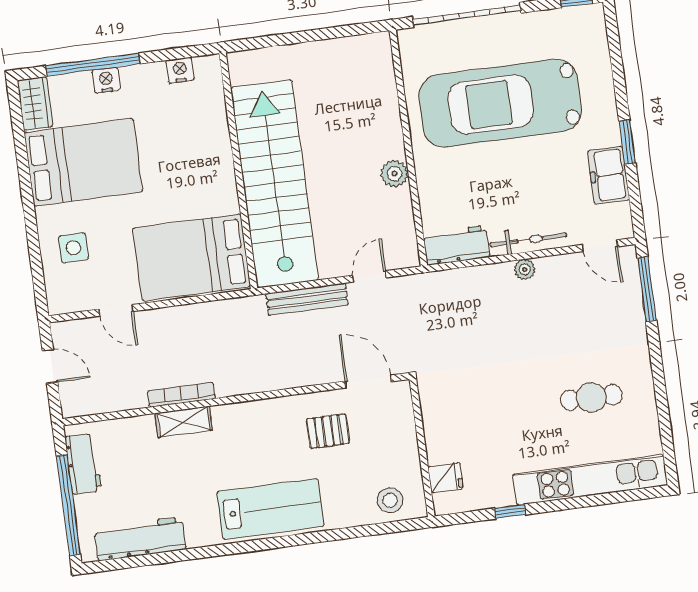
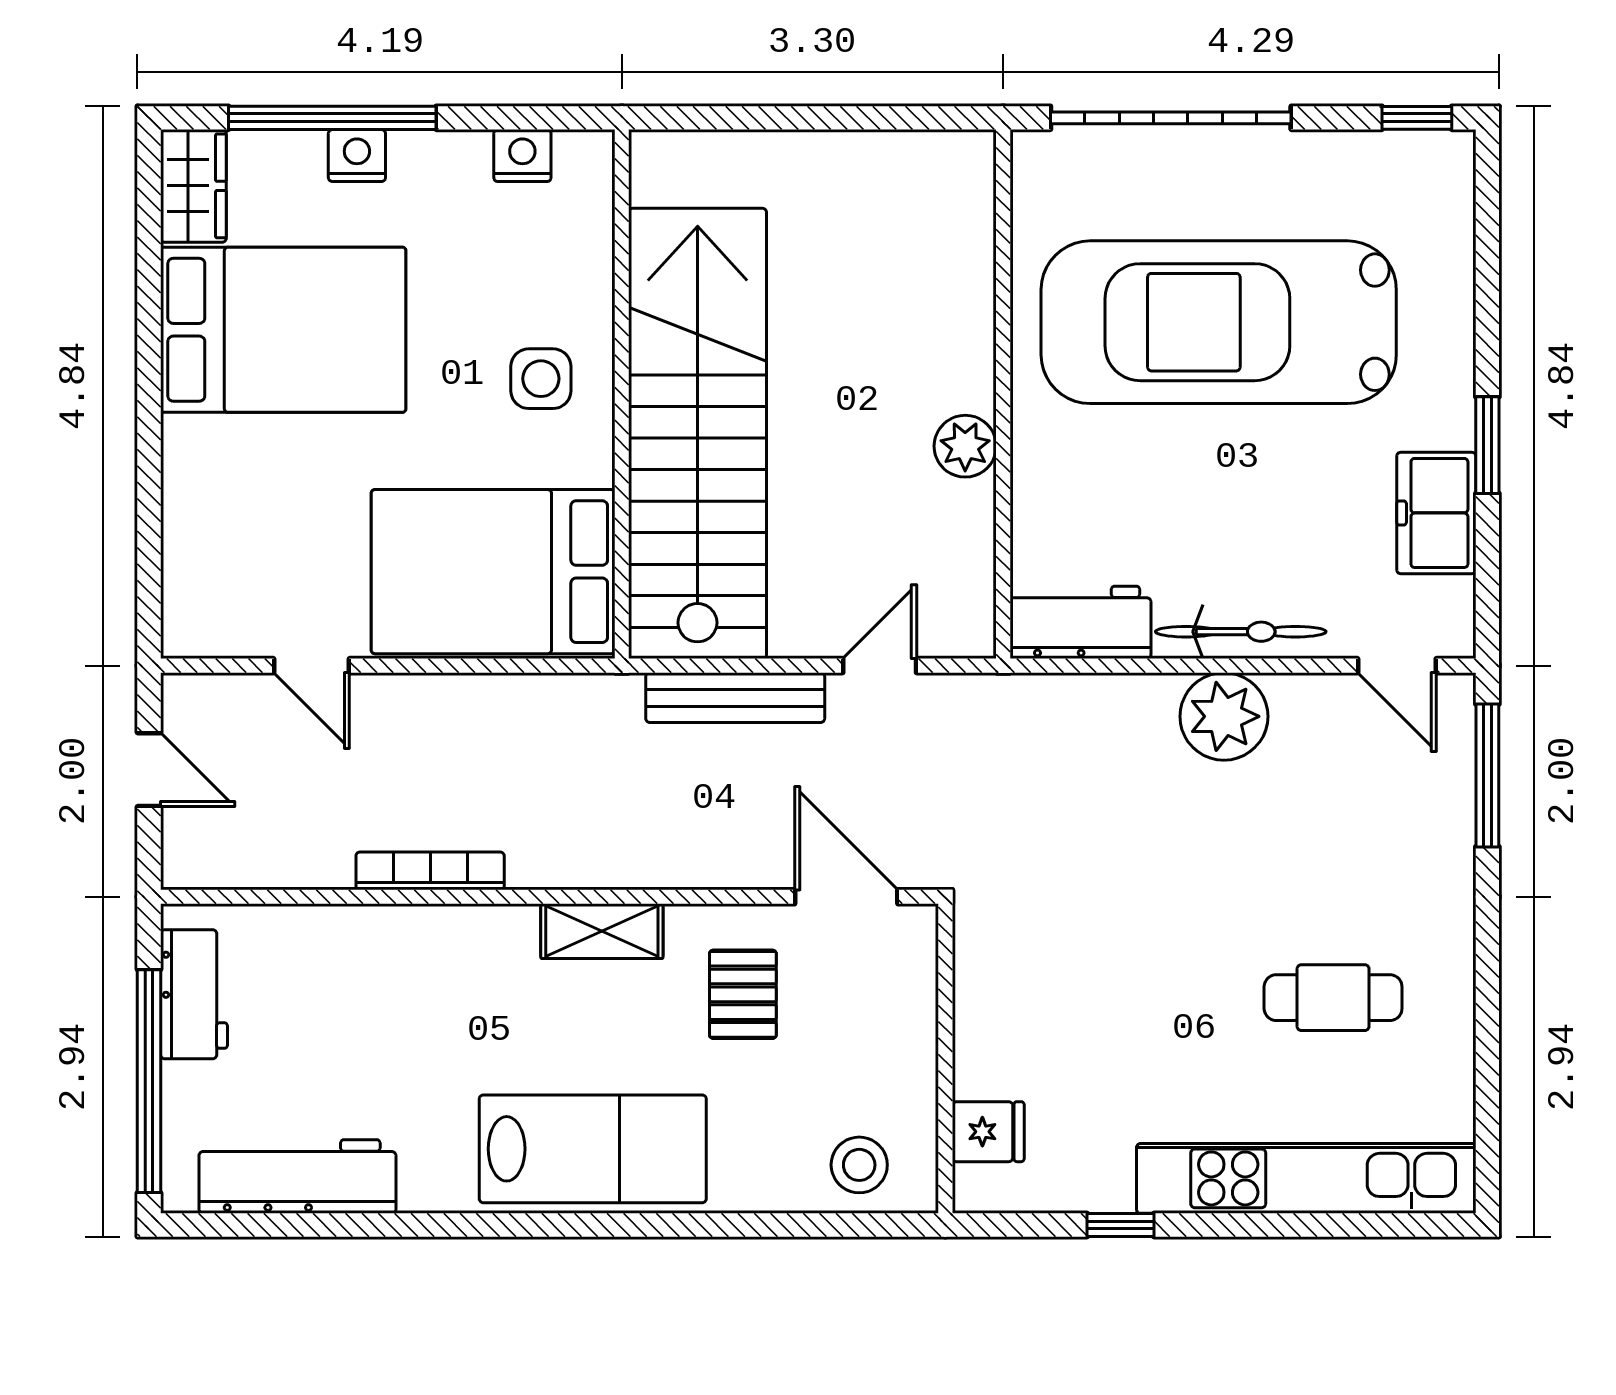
side table: (73, 248) -> (541, 379), moved
plant: (525, 269) -> (1224, 716), width x1.87, depth x1.87
shelving: (184, 422) -> (602, 931), moved
pallet: (328, 431) -> (743, 994), turned 90

